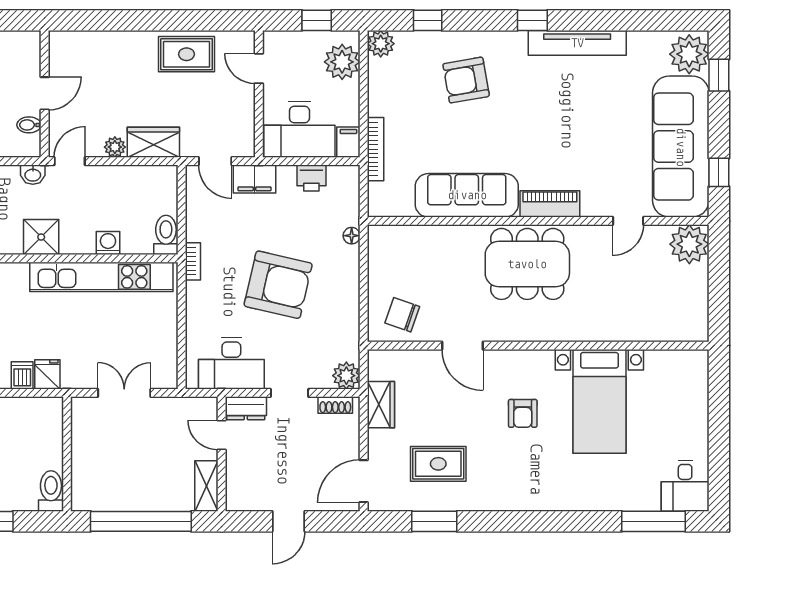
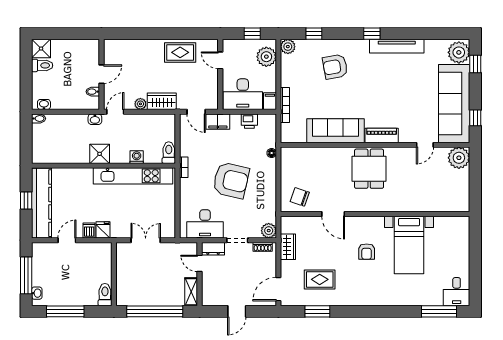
dining table: (527, 264) -> (369, 169), width x0.73

